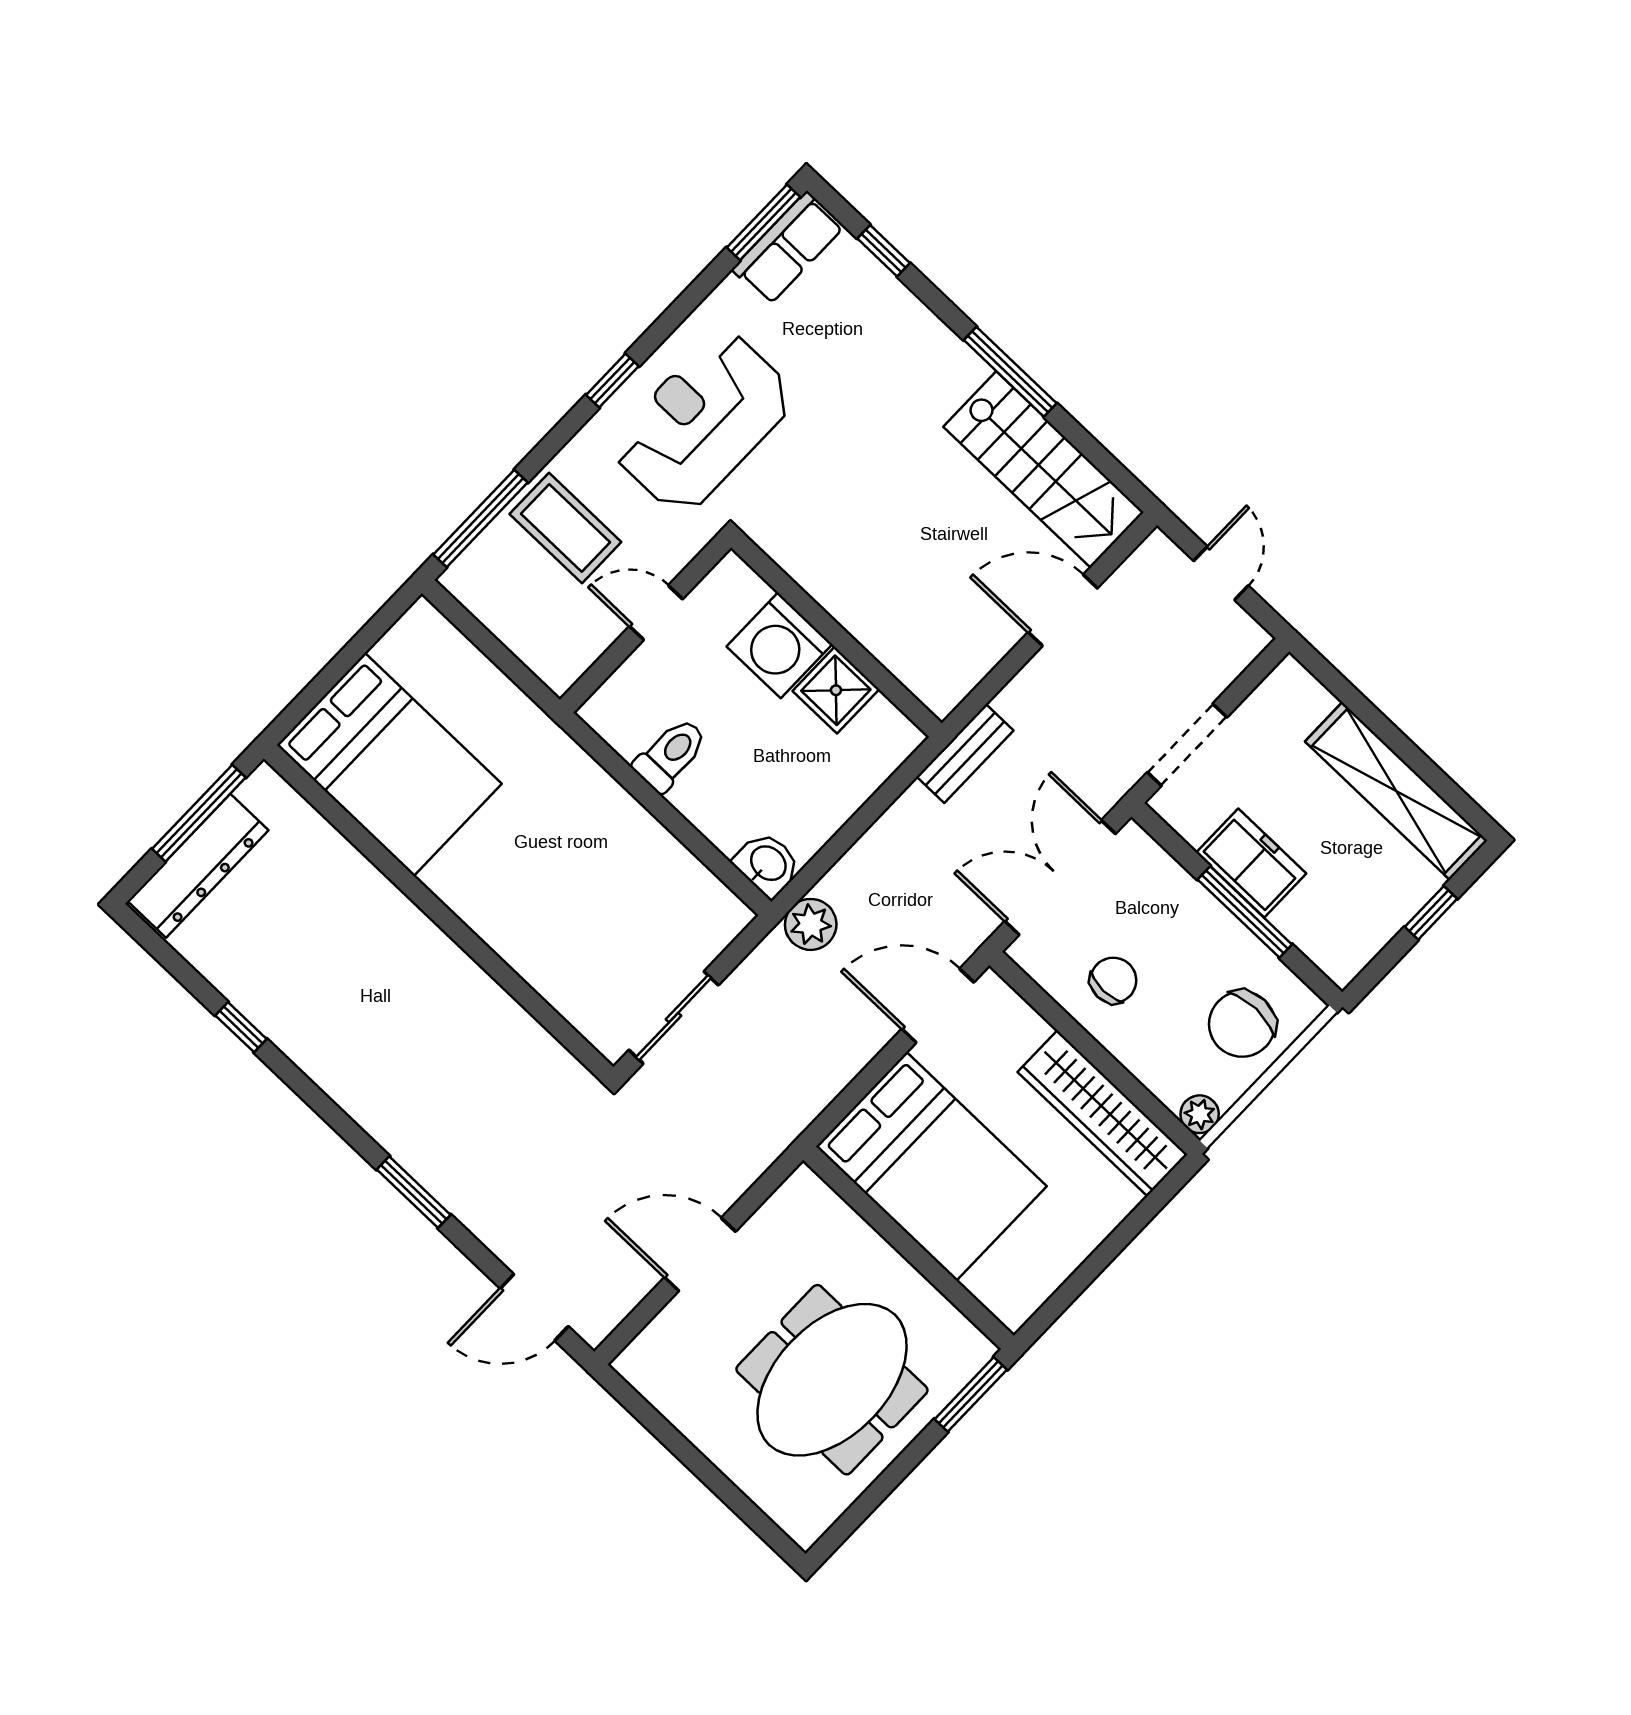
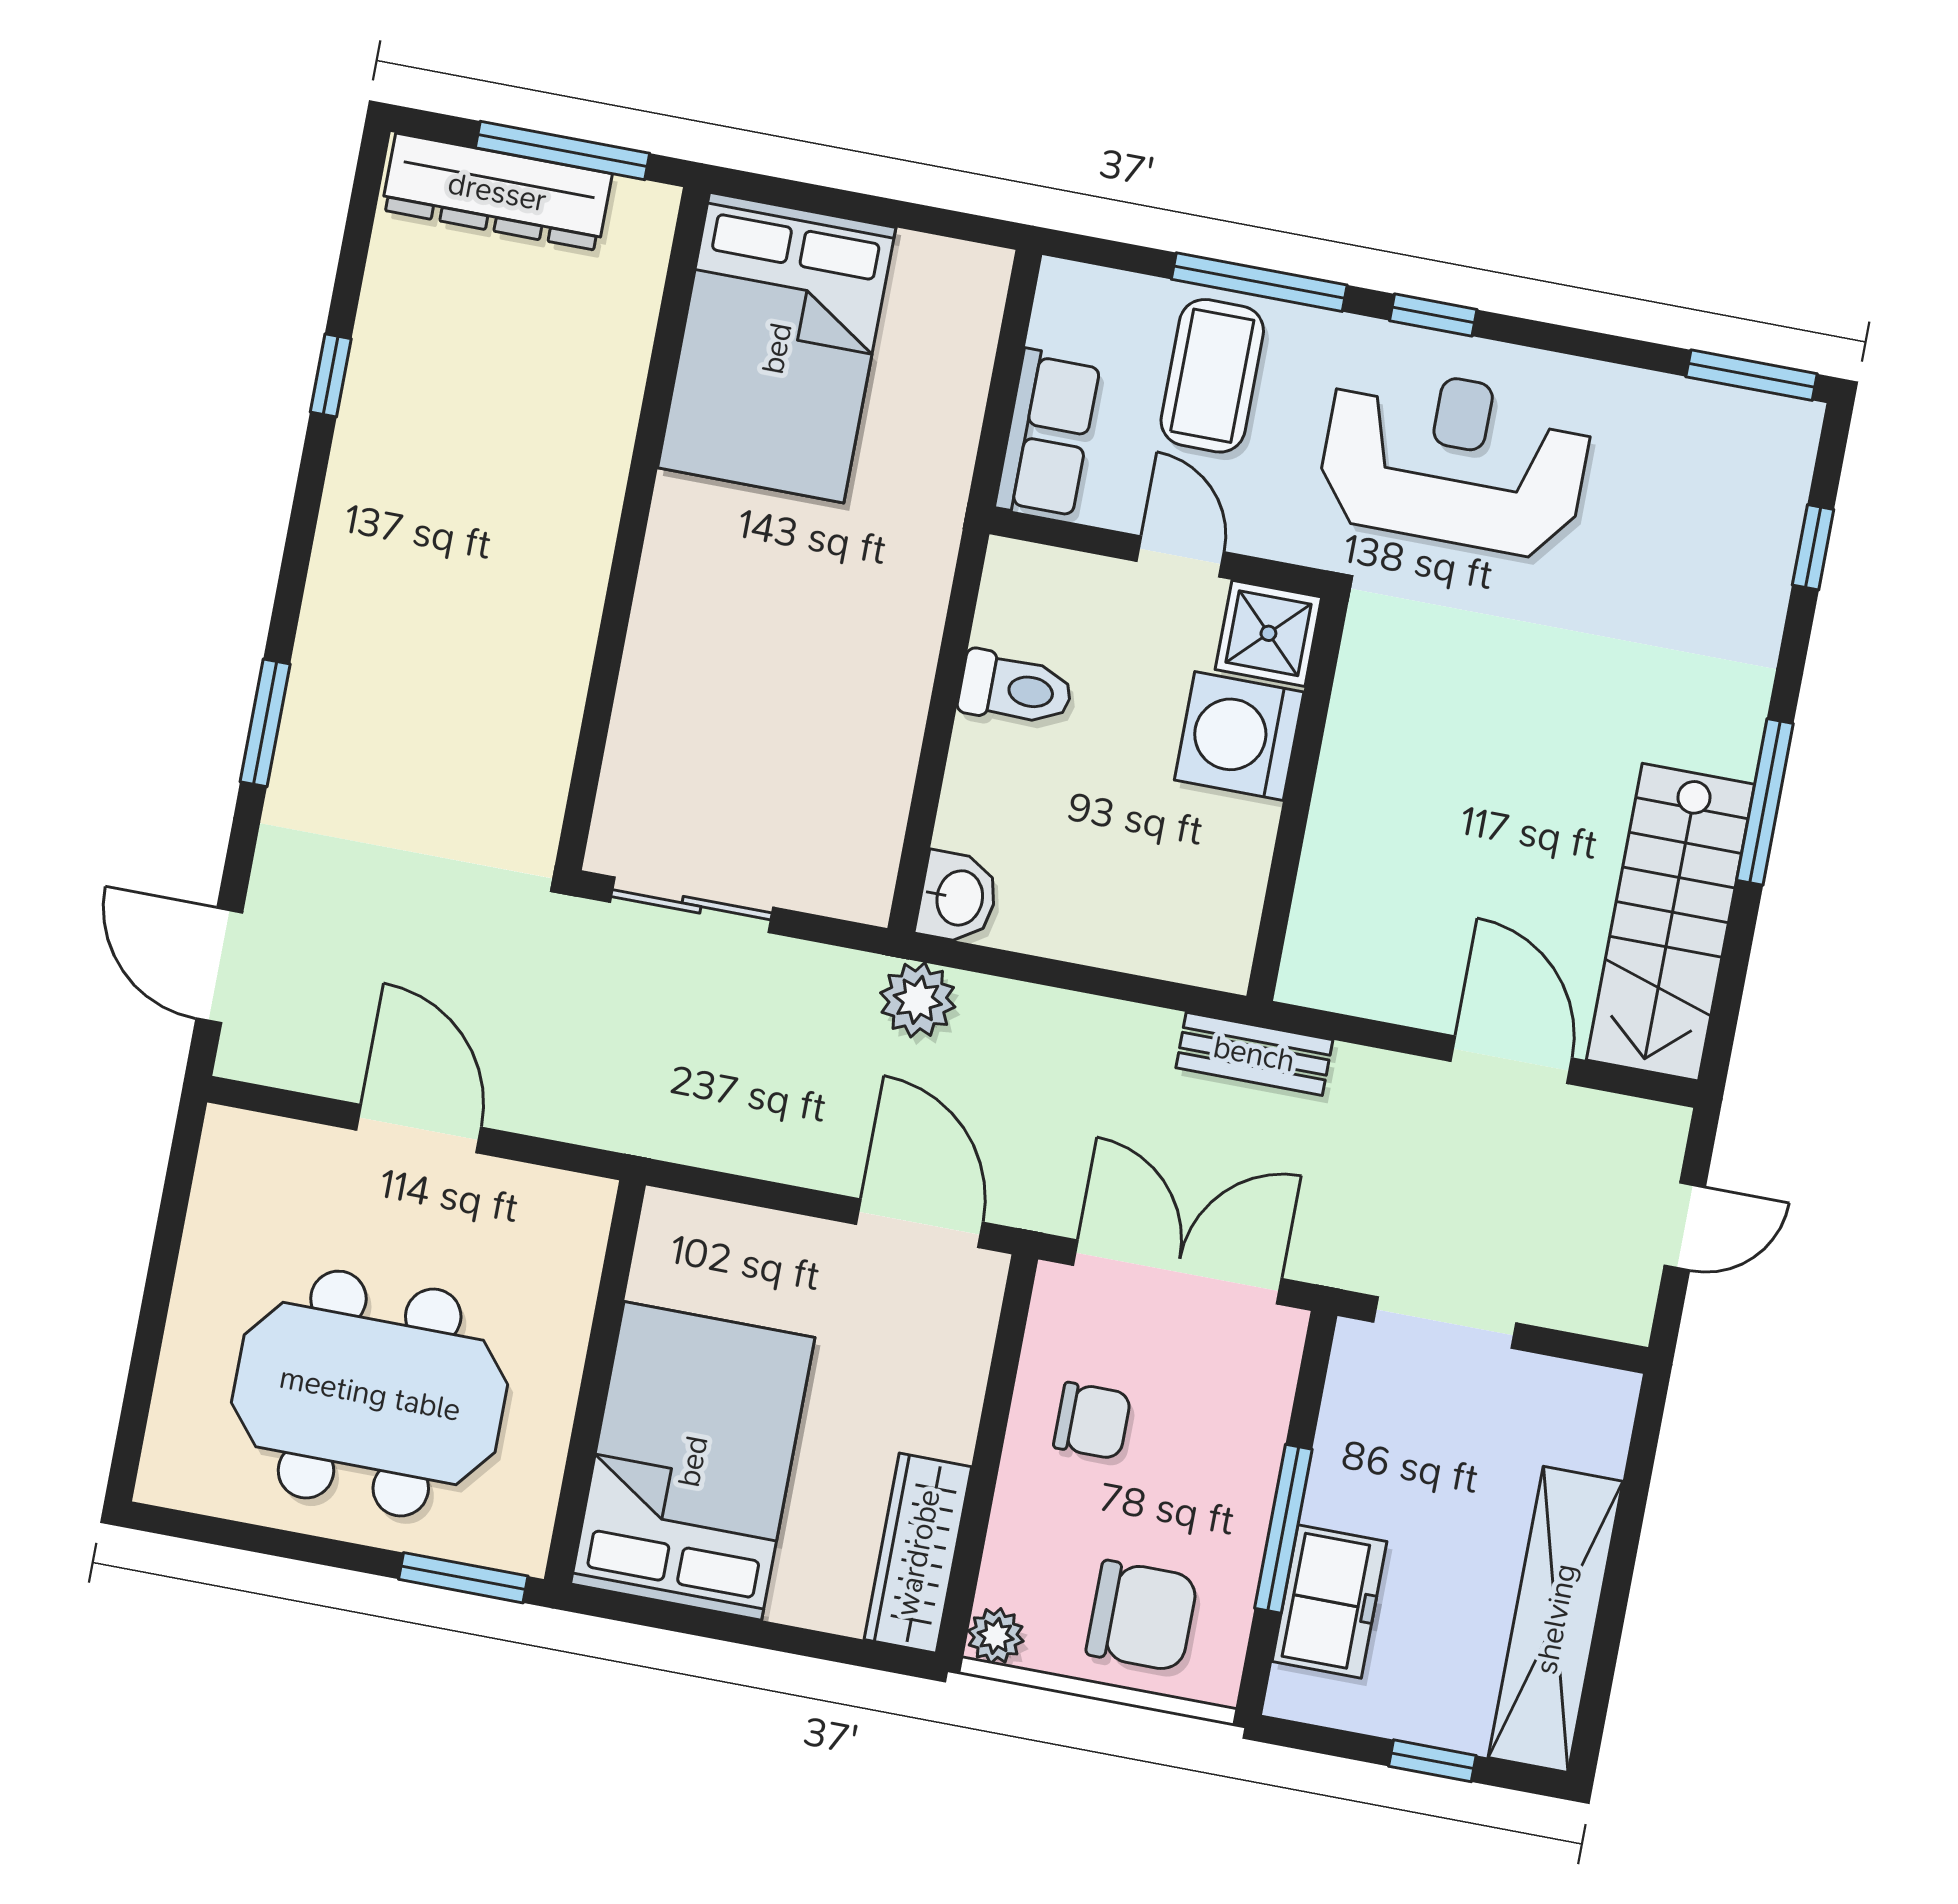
row of seats: (788, 248) -> (1048, 435), moved, turned -90
window: (481, 518) -> (1259, 282), moved
shower: (836, 690) -> (1268, 633), moved
freezer: (1251, 863) -> (1329, 1601), moved
chair: (1242, 1024) -> (1142, 1616), turned 180
wardrobe: (1102, 1113) -> (918, 1553), width x0.71, depth x0.85
bed: (931, 1166) -> (693, 1461), moved, turned 180

